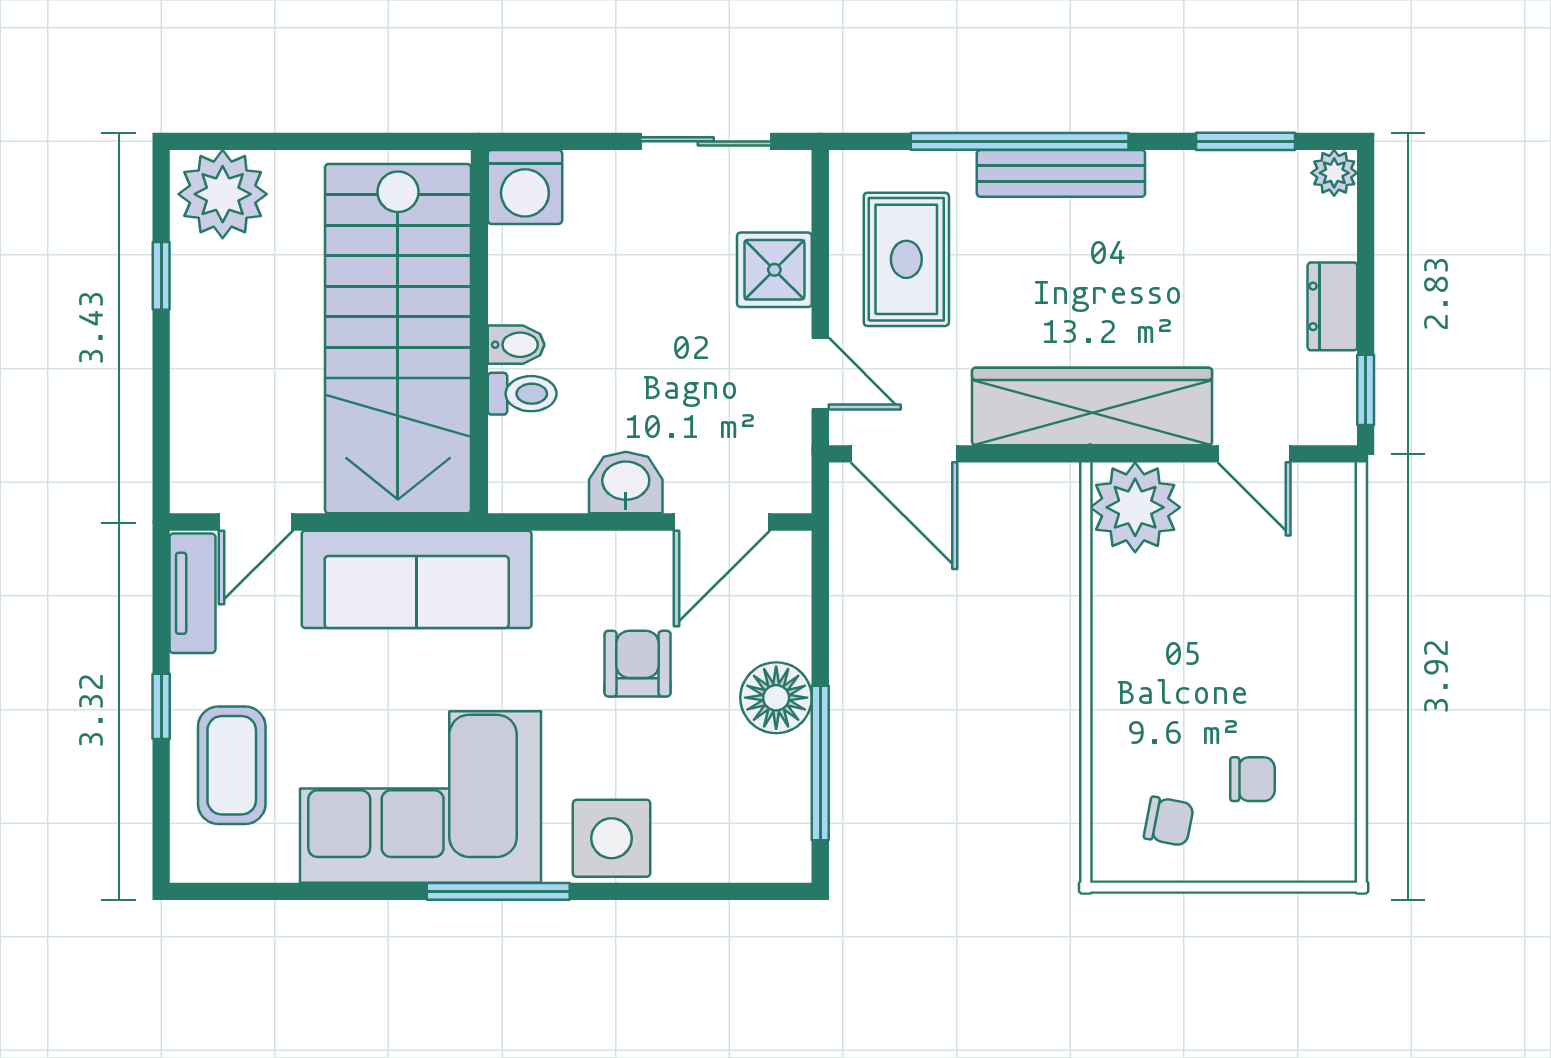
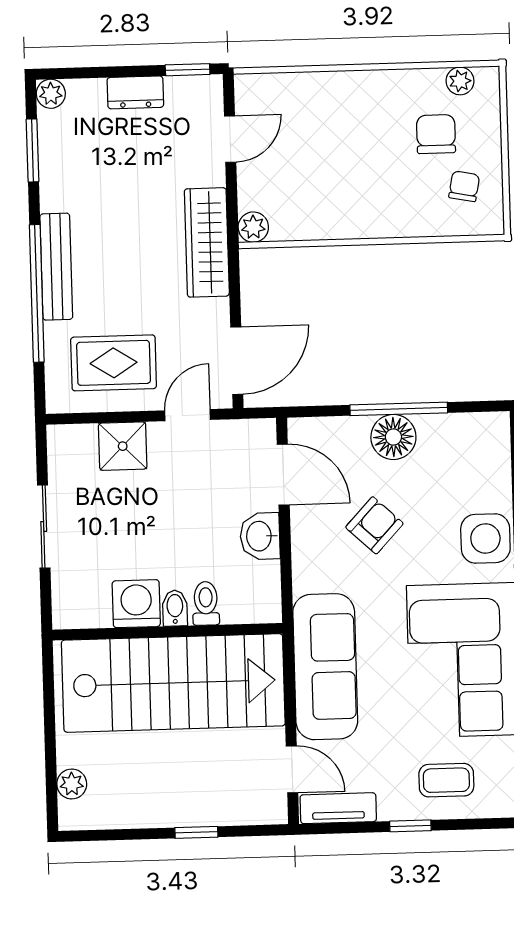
sliding door: (706, 141) -> (44, 527), moved
washing machine: (525, 187) -> (136, 604), moved, turned -90
plant: (223, 194) -> (72, 784), width x0.53, depth x0.53
window: (161, 276) -> (196, 832), moved
wardrobe: (1092, 406) -> (207, 242), width x0.71, depth x0.85
plant: (1135, 507) -> (253, 227), width x0.53, depth x0.53
armchair: (638, 664) -> (374, 525), turned 133
window: (820, 763) -> (399, 409), moved
coffee table: (232, 765) -> (446, 780), width x0.73, depth x0.77
chair: (1252, 779) -> (436, 134), width x1.37, depth x1.37
plant: (1335, 820) -> (460, 81), added

